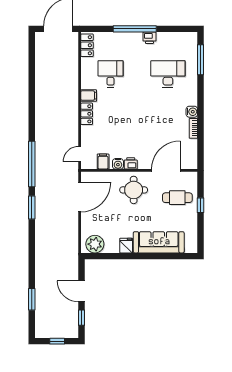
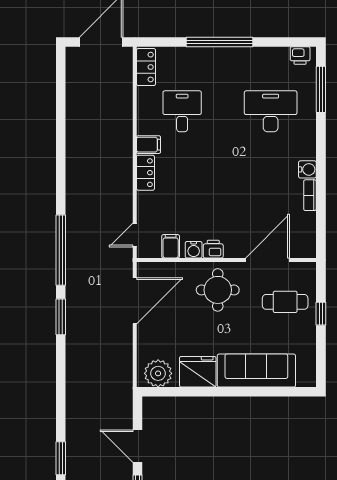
printer: (149, 38) -> (300, 56), moved
fridge: (126, 246) -> (198, 372), width x1.88, depth x1.34

